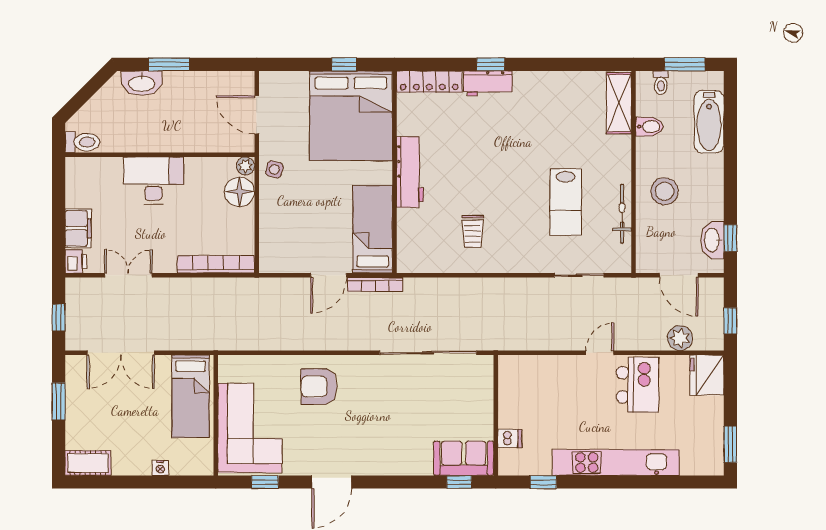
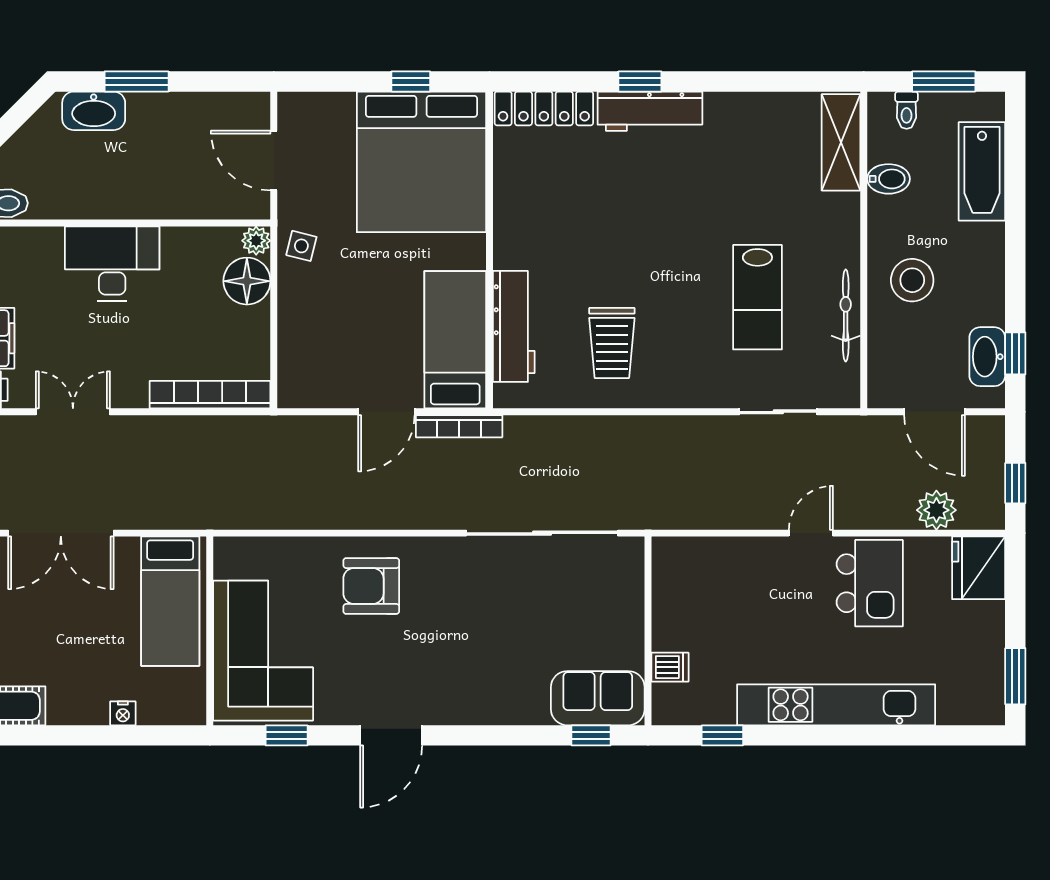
workbench: (488, 83) -> (650, 111), width x1.38
workbench: (410, 172) -> (514, 326), moved
trolley: (473, 231) -> (612, 343), width x1.36, depth x1.39

